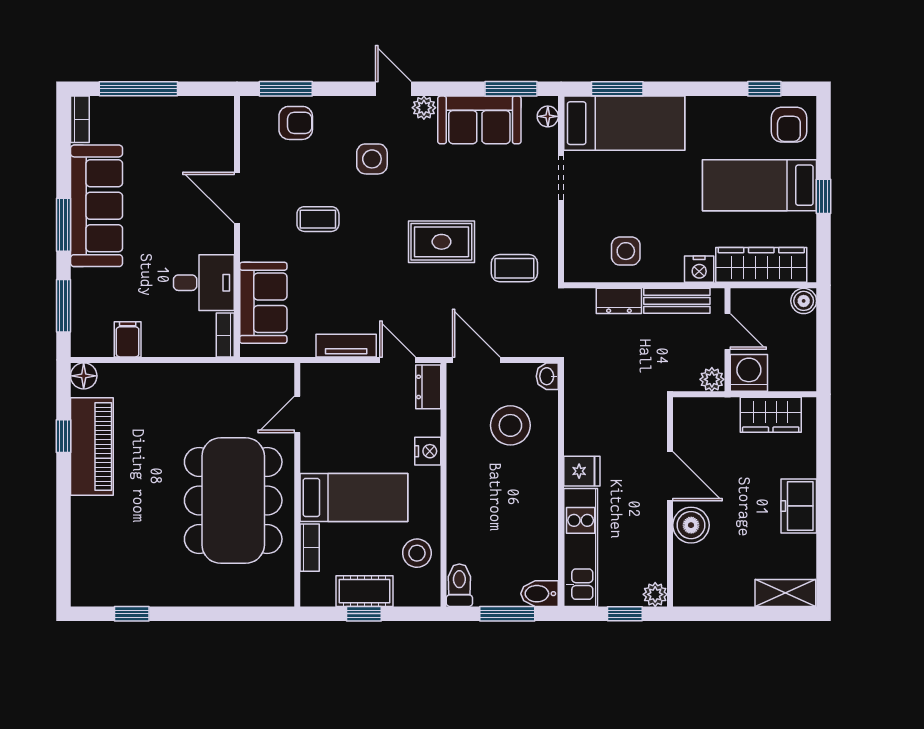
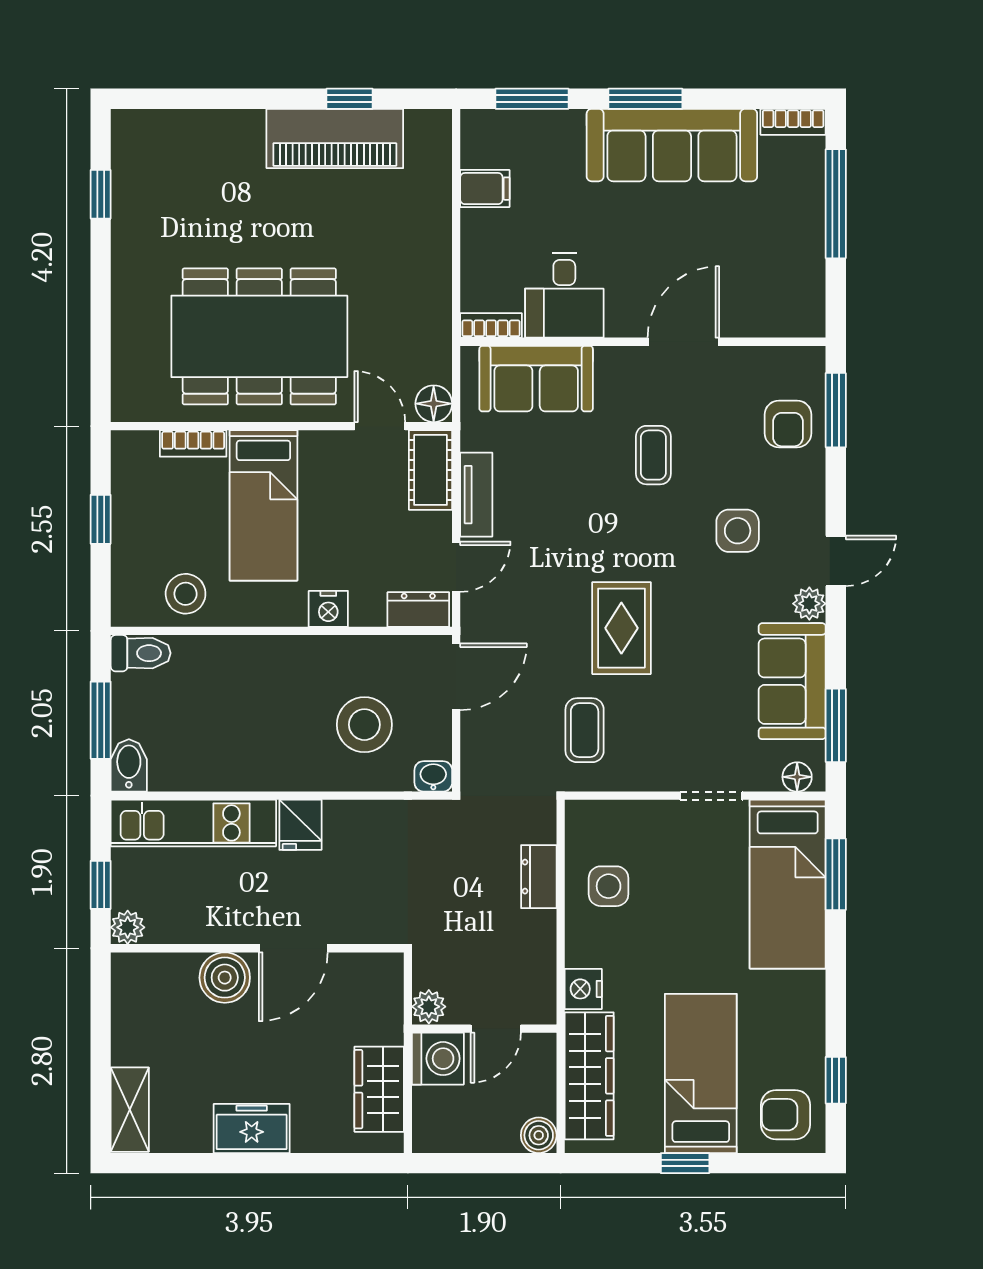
bench: (677, 301) -> (539, 958), removed
floor lamp: (84, 376) -> (434, 404), moved
cot: (365, 591) -> (430, 470), moved

